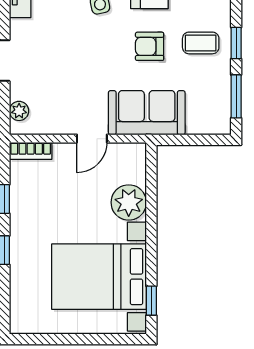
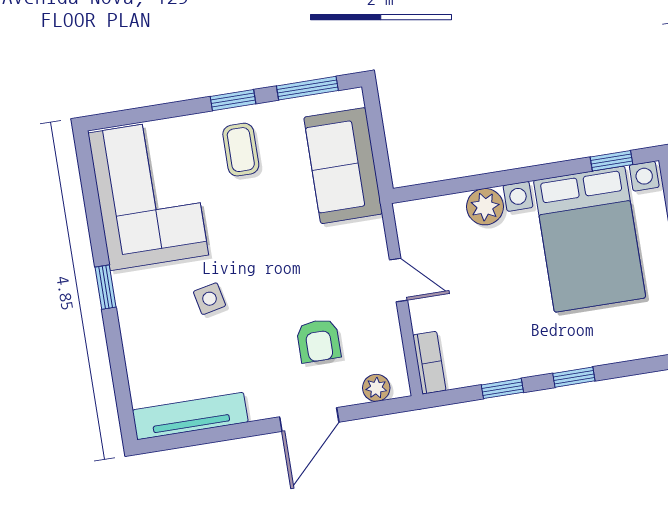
armchair: (150, 46) -> (319, 341), moved
sofa: (147, 113) -> (343, 166), moved
plant: (129, 202) -> (485, 207), width x0.73, depth x0.73

